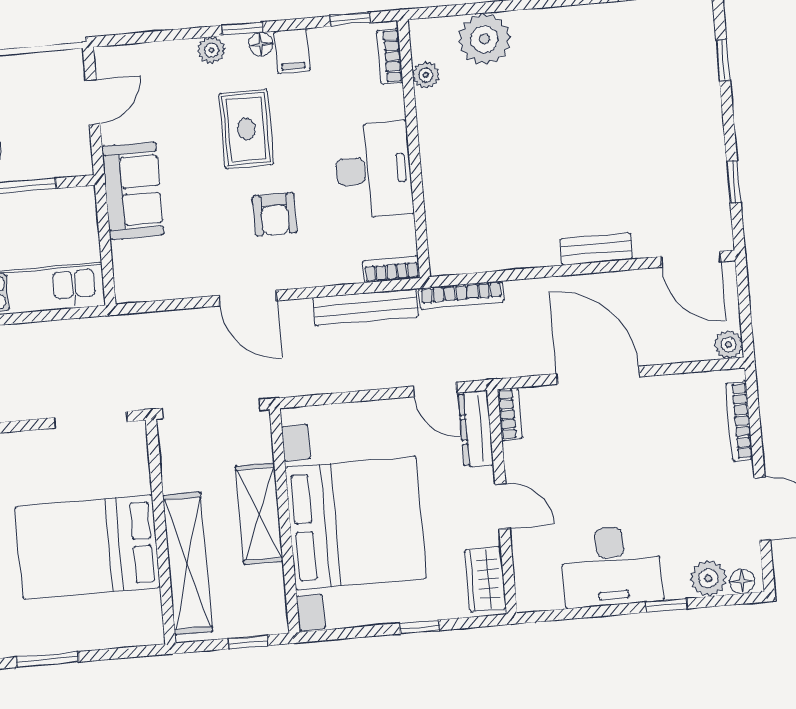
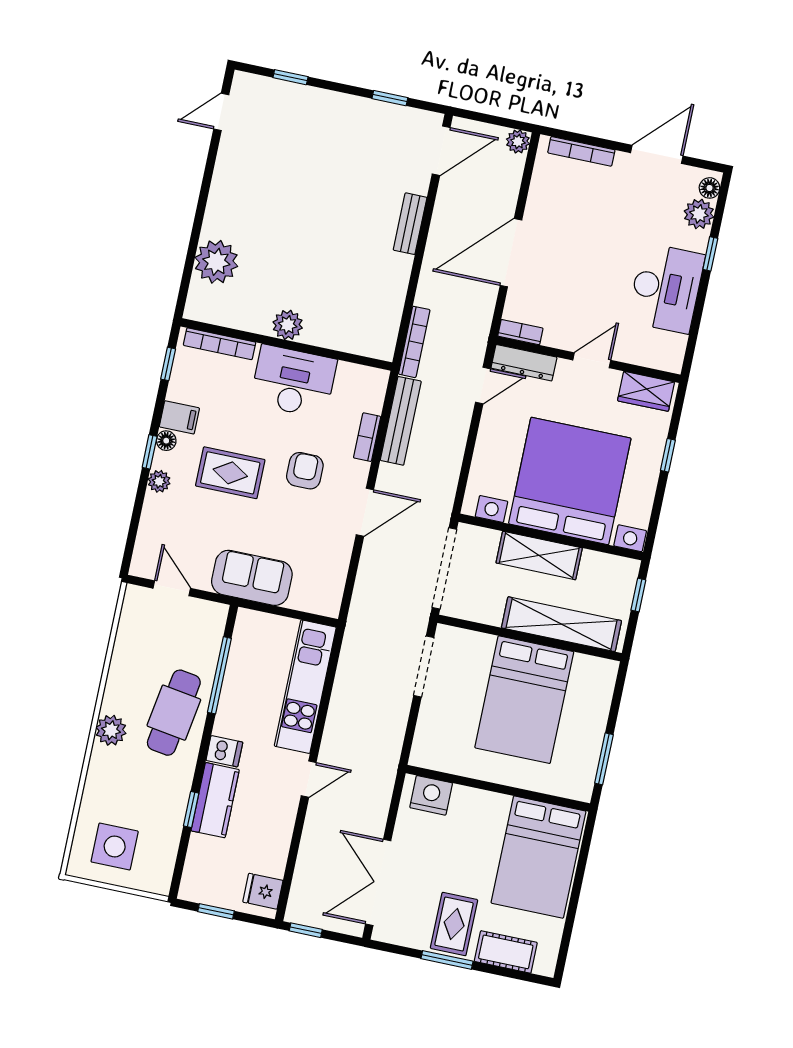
bookcase: (390, 56) -> (220, 344), width x1.56
plant: (426, 75) -> (288, 325), moved, width x1.38, depth x1.38
armchair: (275, 214) -> (305, 471), turned -90
bookcase: (391, 269) -> (367, 437), moved

